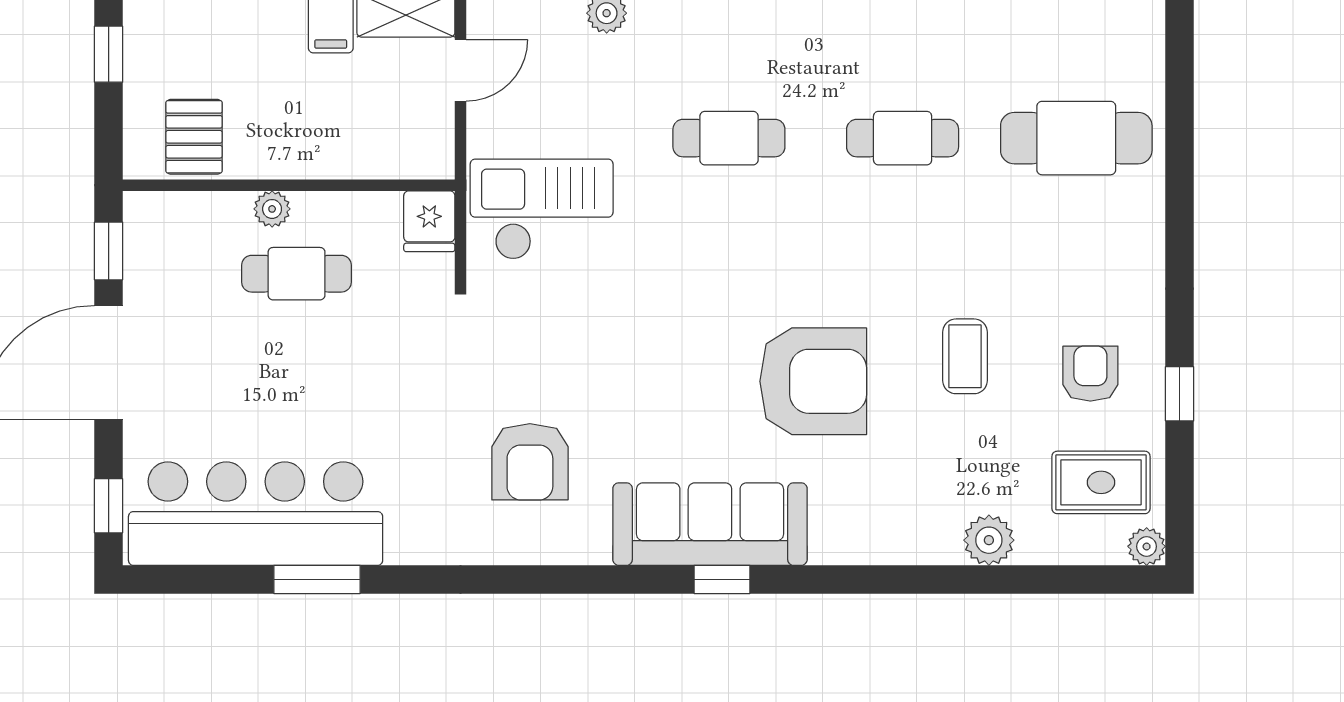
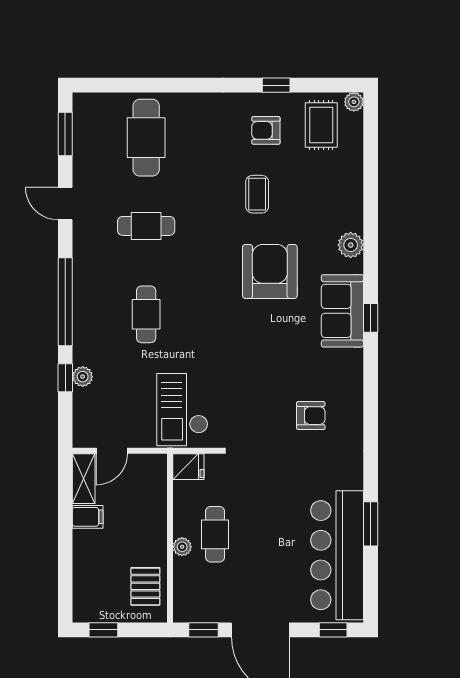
door: (461, 70) -> (112, 451), swing flipped
pallet: (194, 137) -> (145, 586), turned 90
cafe table: (903, 138) -> (146, 226), turned 90
coffee table: (965, 356) -> (257, 194), turned 90
armchair: (530, 462) -> (311, 416), width x0.72, depth x0.72
sofa: (710, 524) -> (342, 311), width x0.73
plant: (989, 540) -> (351, 245), moved

